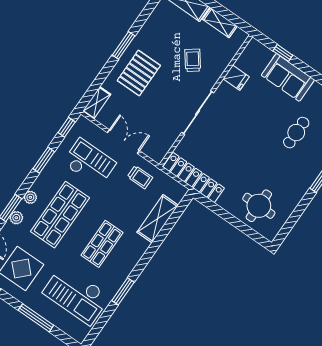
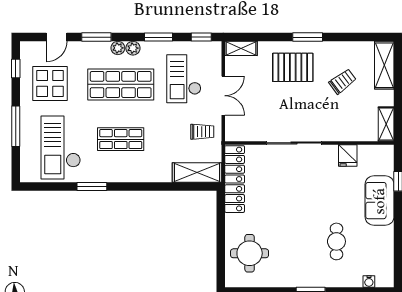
shelving: (220, 23) -> (386, 124), moved
trolley: (193, 60) -> (342, 81), moved
cafe table: (296, 133) -> (336, 241), turned 90
checkout: (89, 163) -> (184, 79), turned 180
trolley: (140, 177) -> (202, 132), turned -90
plant: (16, 218) -> (133, 48), moved
shelving: (158, 219) -> (197, 172), moved

